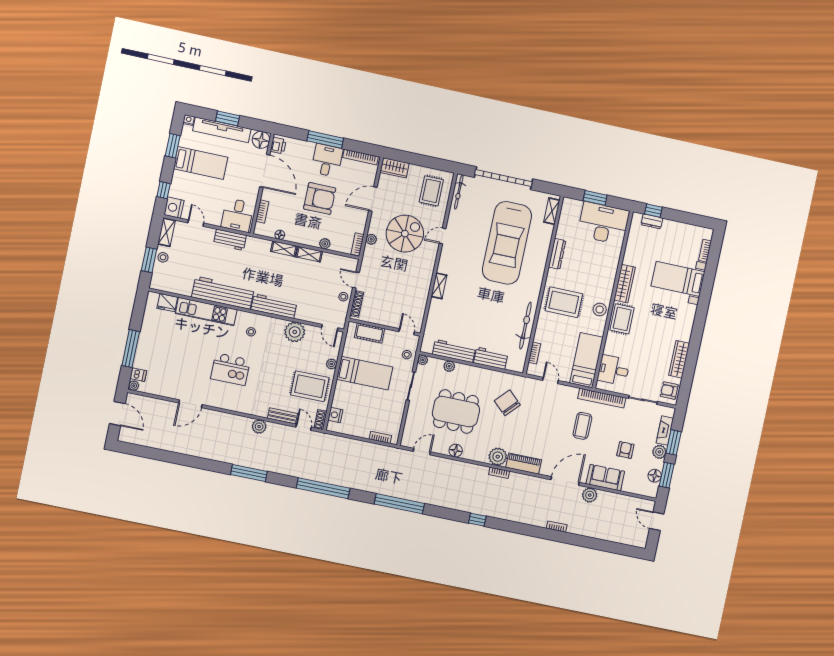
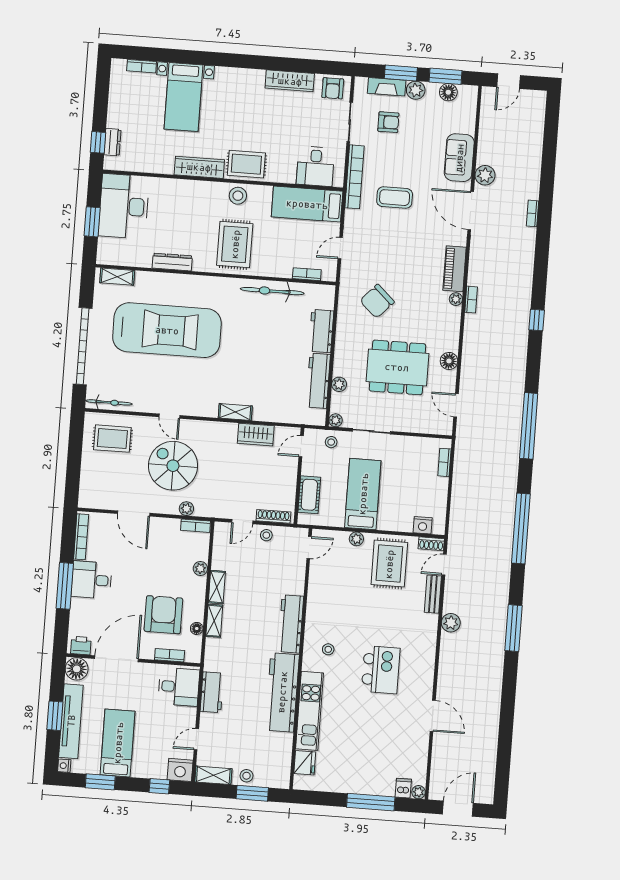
wardrobe: (395, 168) -> (256, 435), moved, turned 90
armchair: (320, 199) -> (163, 615), moved
plant: (295, 332) -> (321, 592), removed
dining table: (456, 412) -> (397, 367), turned 90
armchair: (625, 450) -> (388, 122), moved, turned 180
plant: (498, 457) -> (456, 299), width x0.53, depth x0.53

